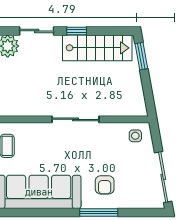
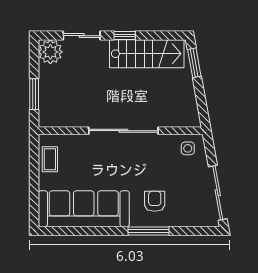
sliding door: (75, 119) -> (123, 131), width x1.36
armchair: (105, 185) -> (155, 201), turned 180

